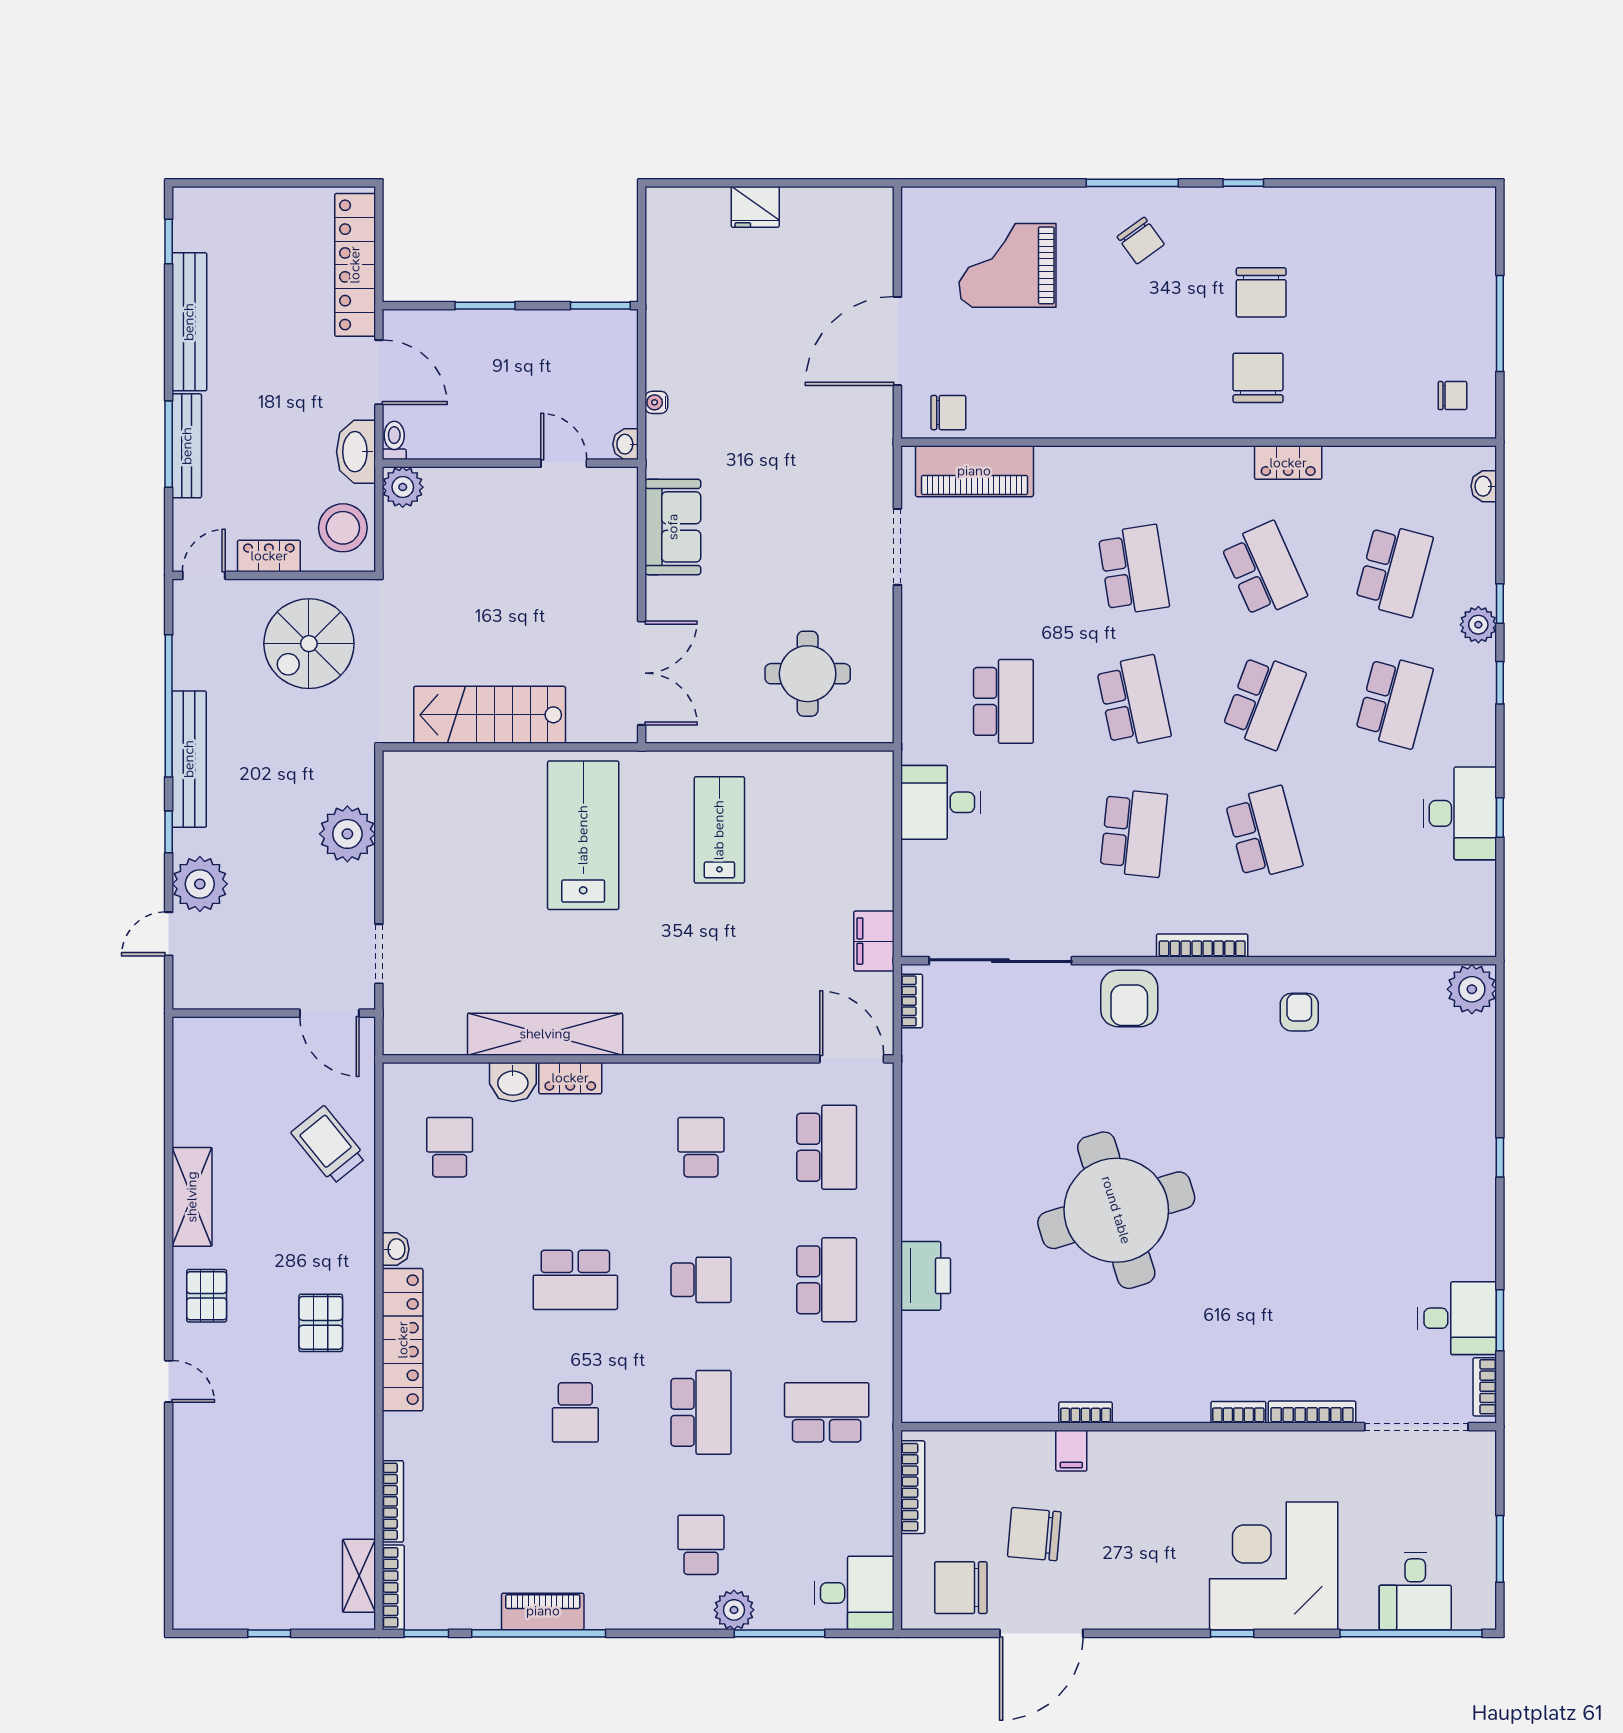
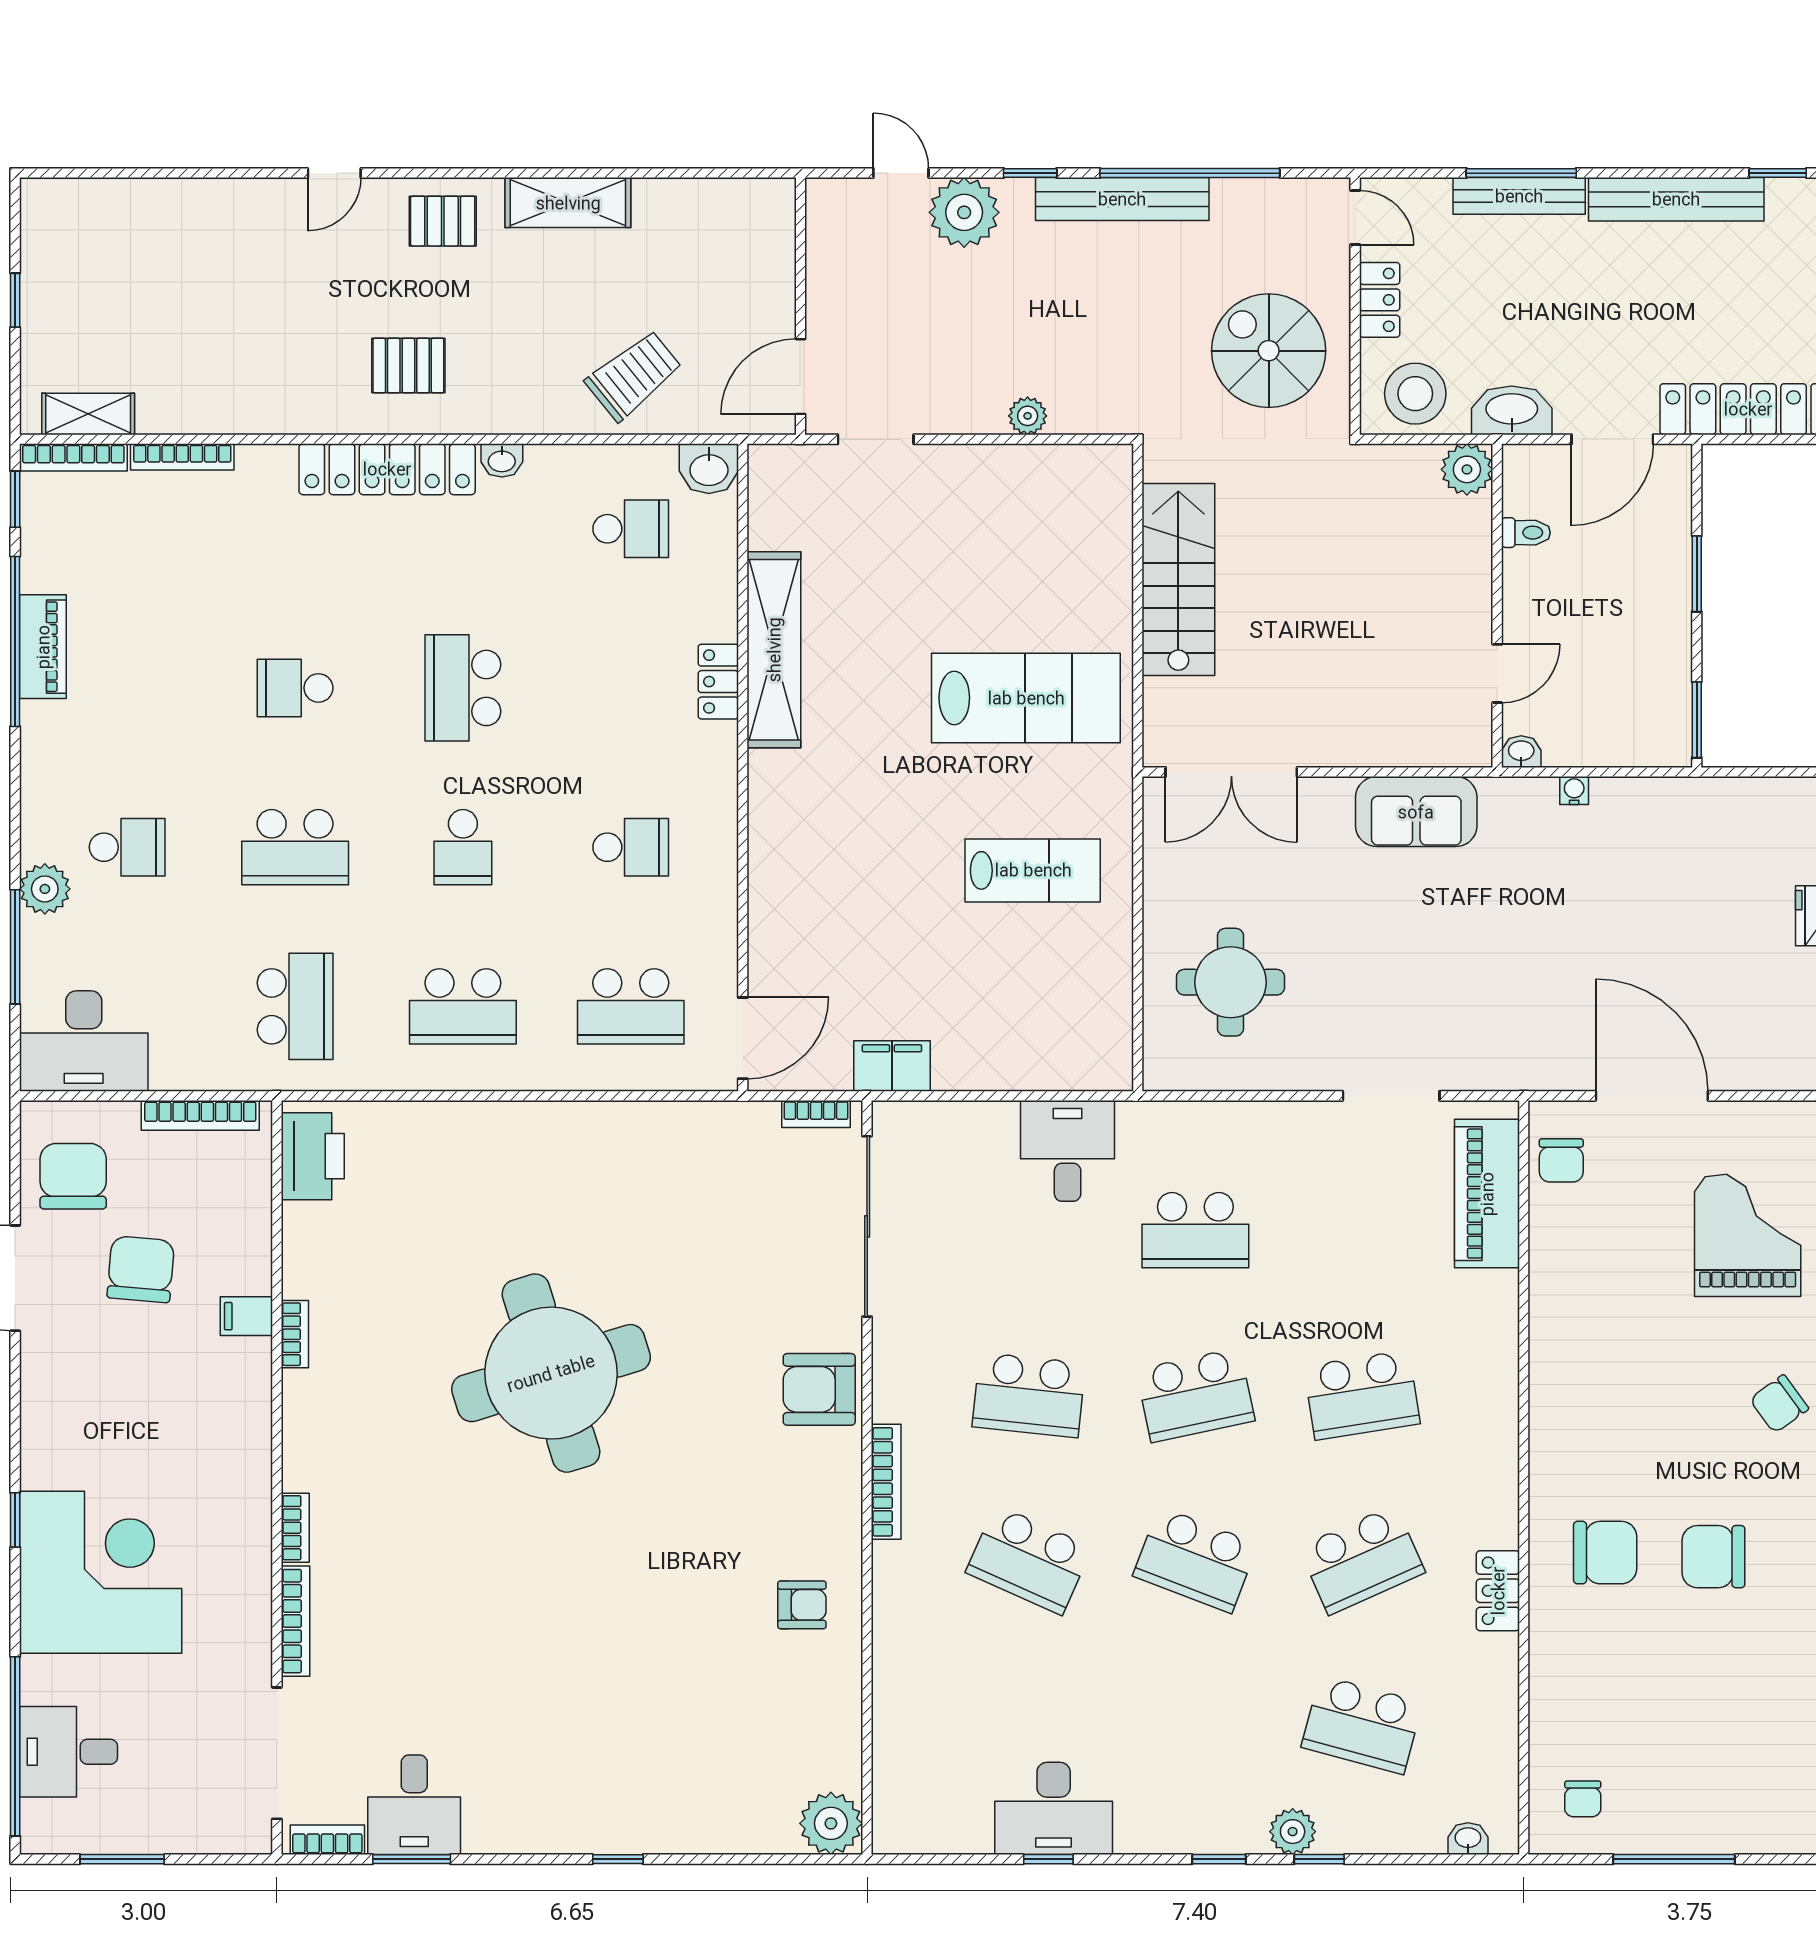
toilet: (394, 440) -> (1526, 533), moved
school desk: (1394, 701) -> (1195, 1725), removed
school desk: (1264, 833) -> (1029, 1560), turned 39
plant: (347, 834) -> (1028, 416), width x0.53, depth x0.53
washbasin: (513, 1082) -> (709, 469), moved, turned -90
printer: (926, 1276) -> (313, 1156), moved, turned -90
desk: (854, 1593) -> (84, 1041), width x1.37

